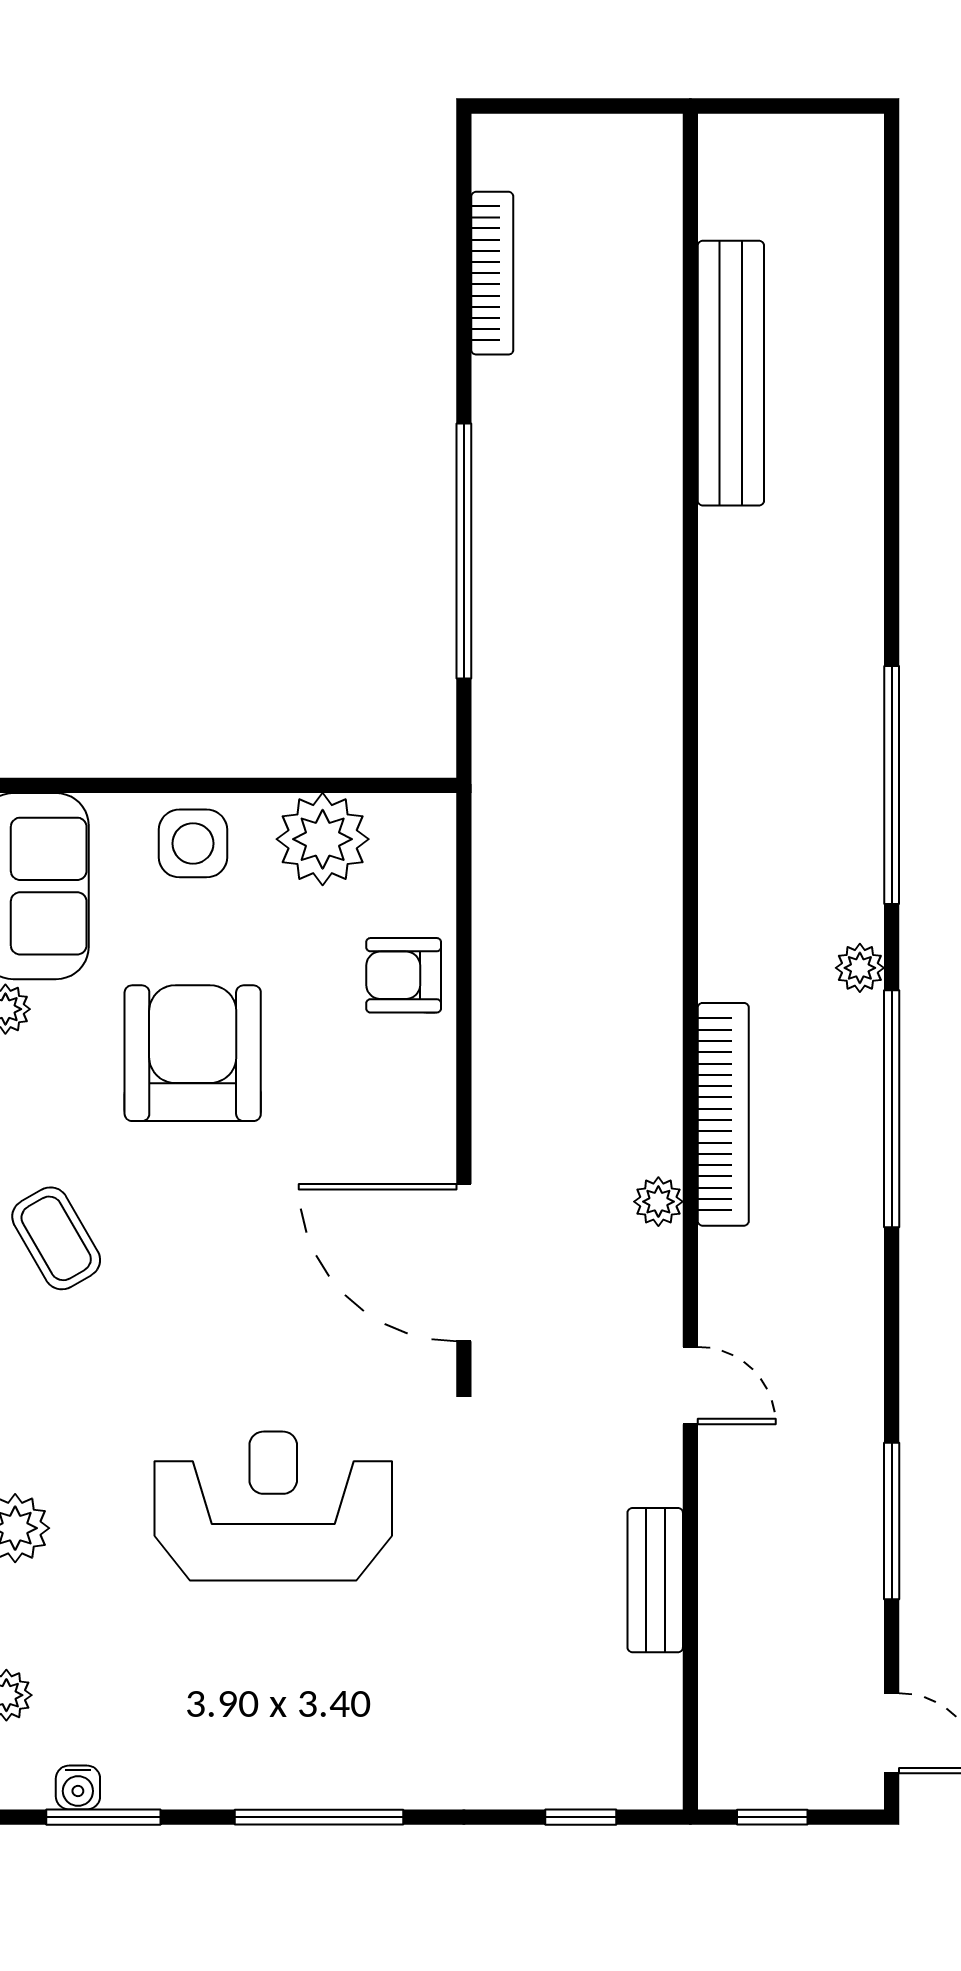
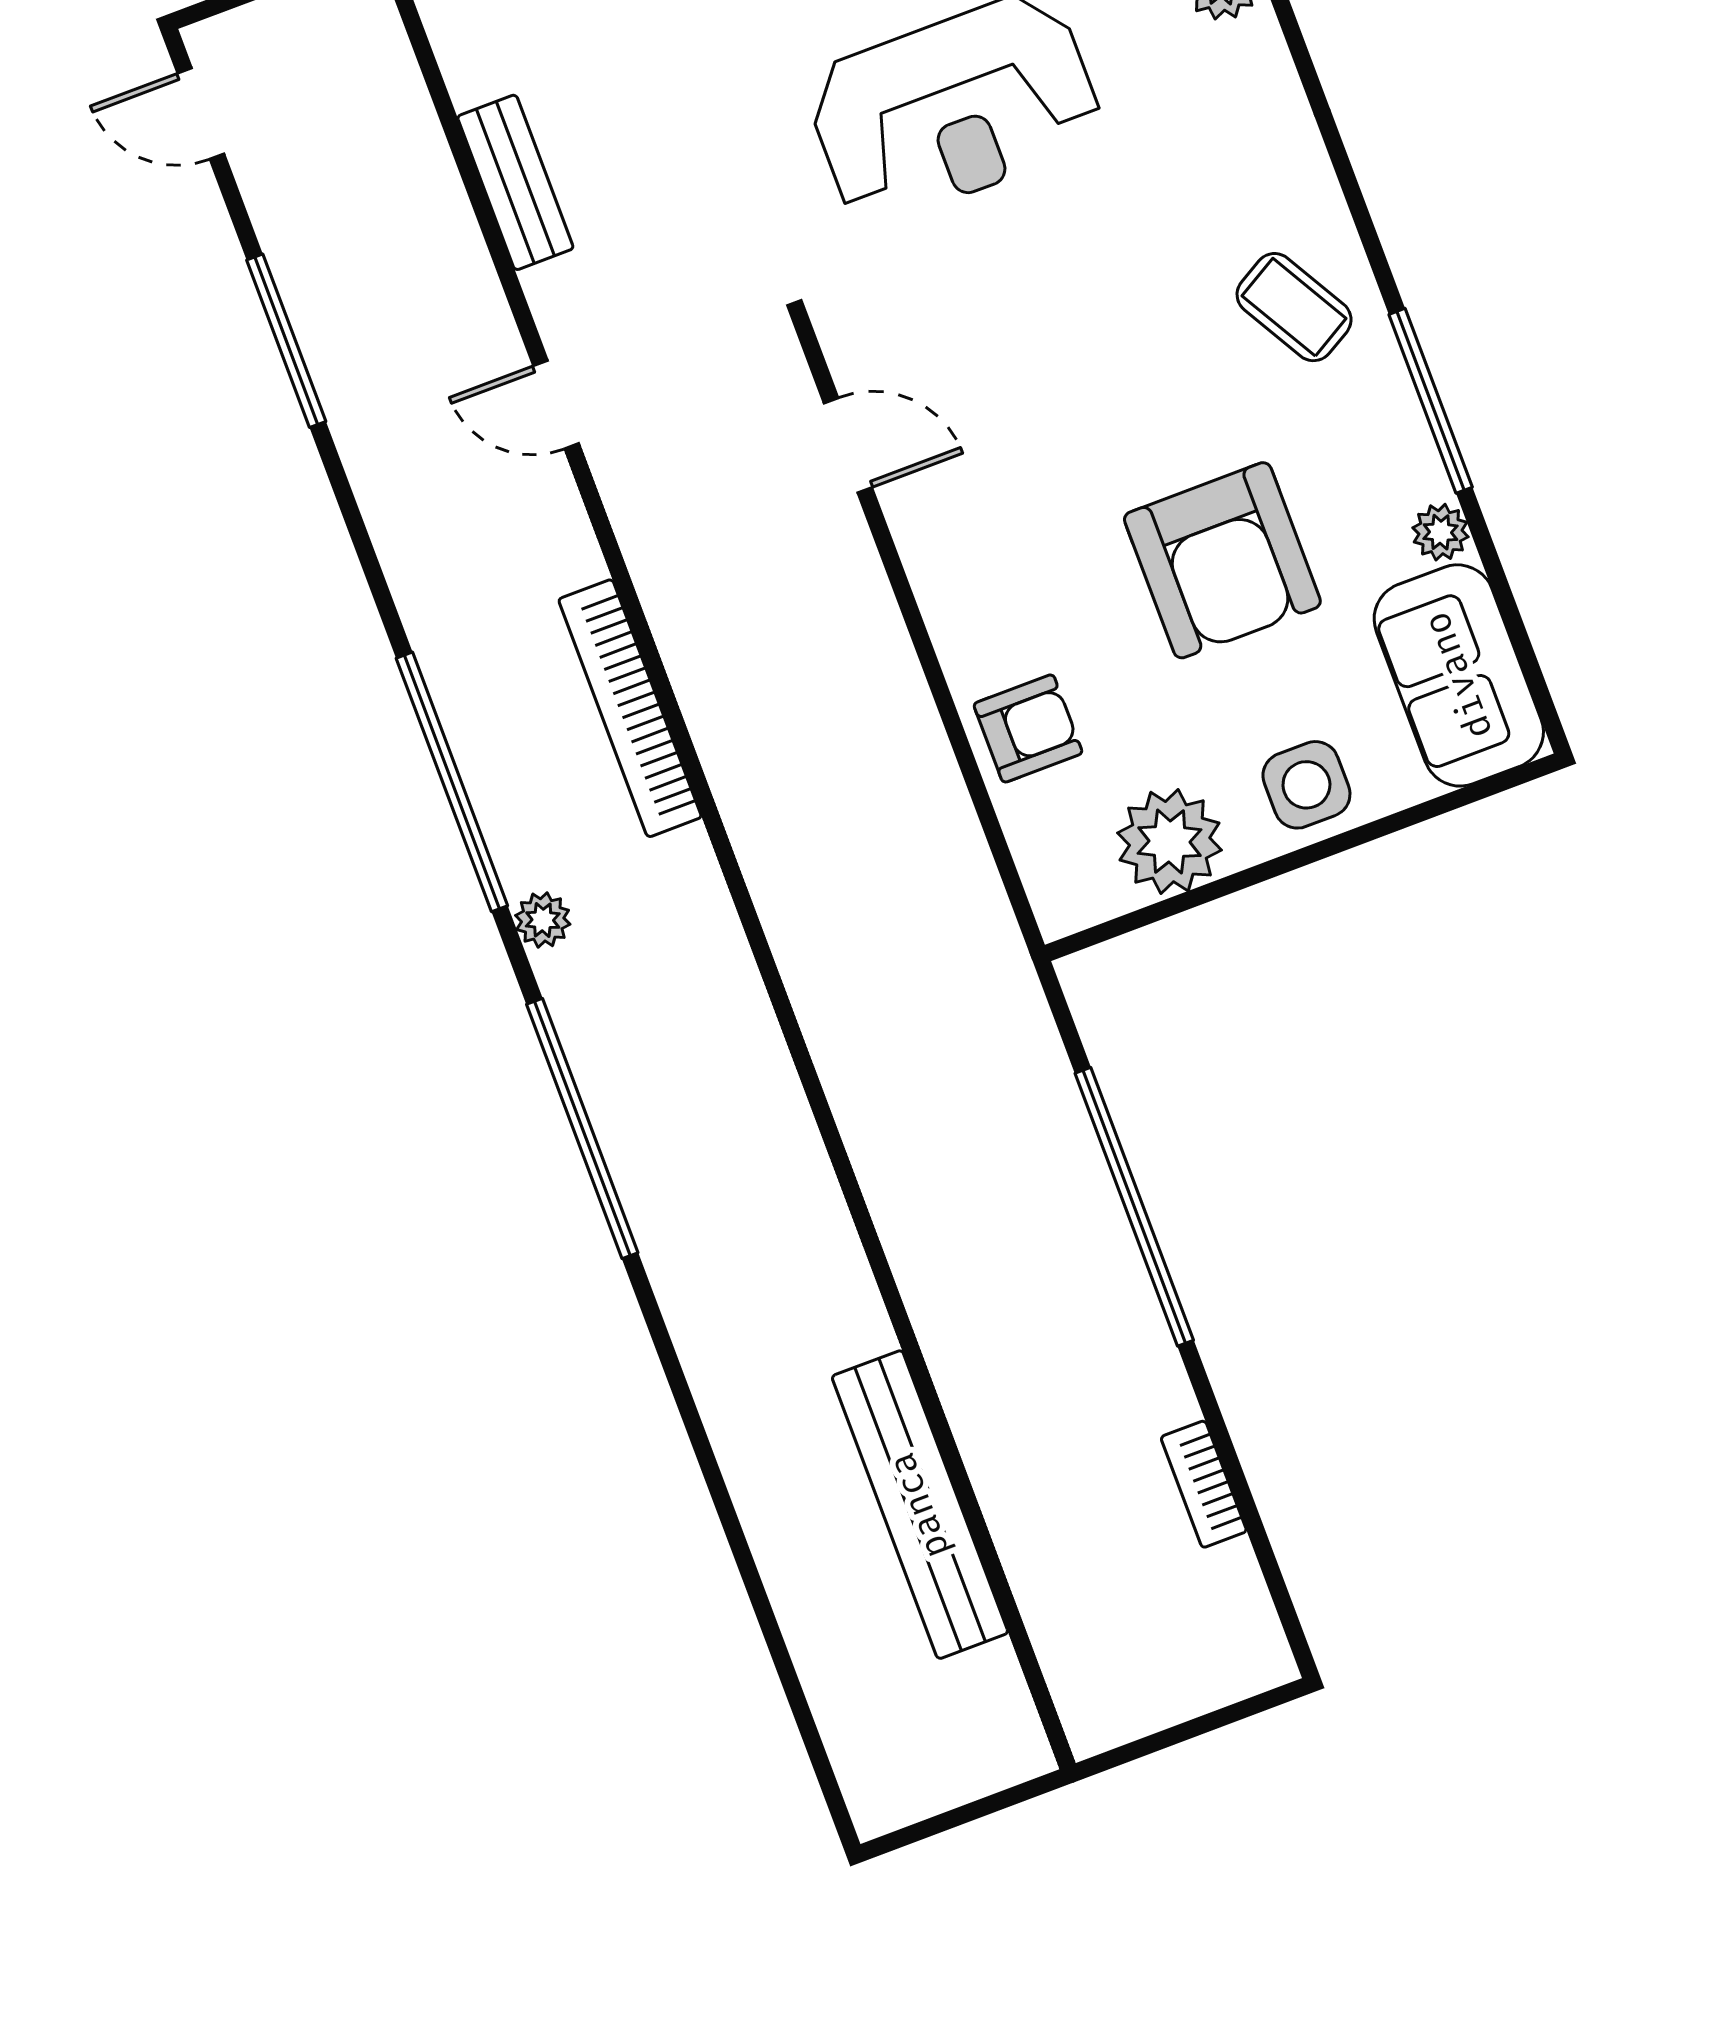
bookcase: (492, 273) -> (1204, 1484), width x0.64
plant: (658, 1202) -> (664, 589), removed
door: (464, 1263) -> (848, 445), width x0.53

